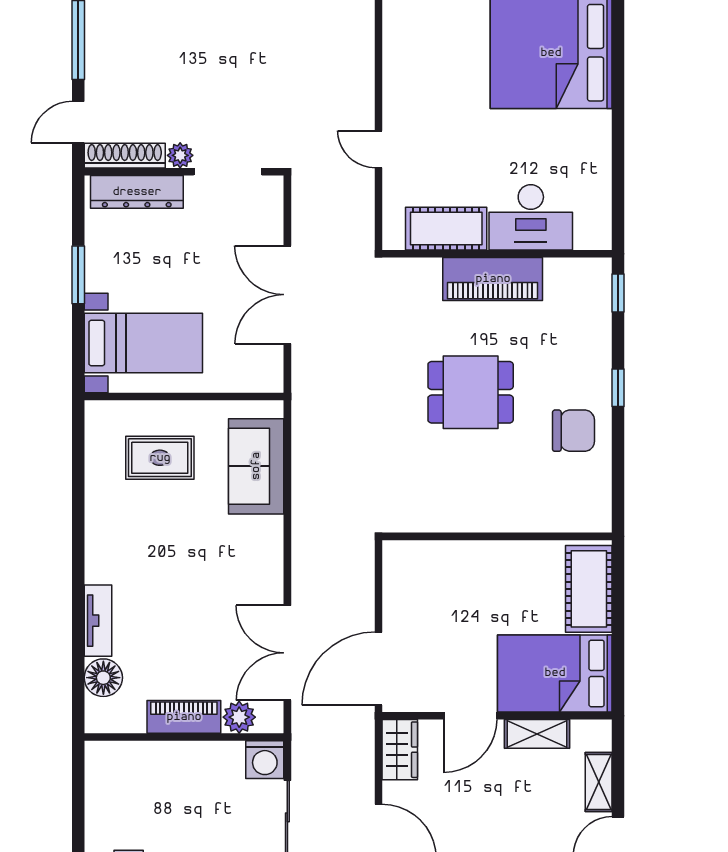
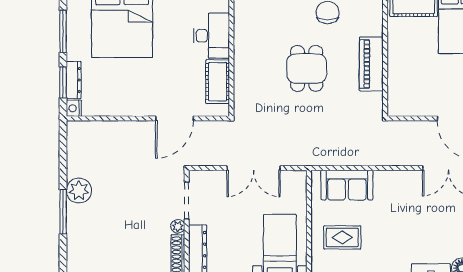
door: (379, 149) -> (174, 118), width x1.87
piano: (493, 279) -> (371, 64), moved, turned 180
rug: (160, 458) -> (342, 237), turned 90

